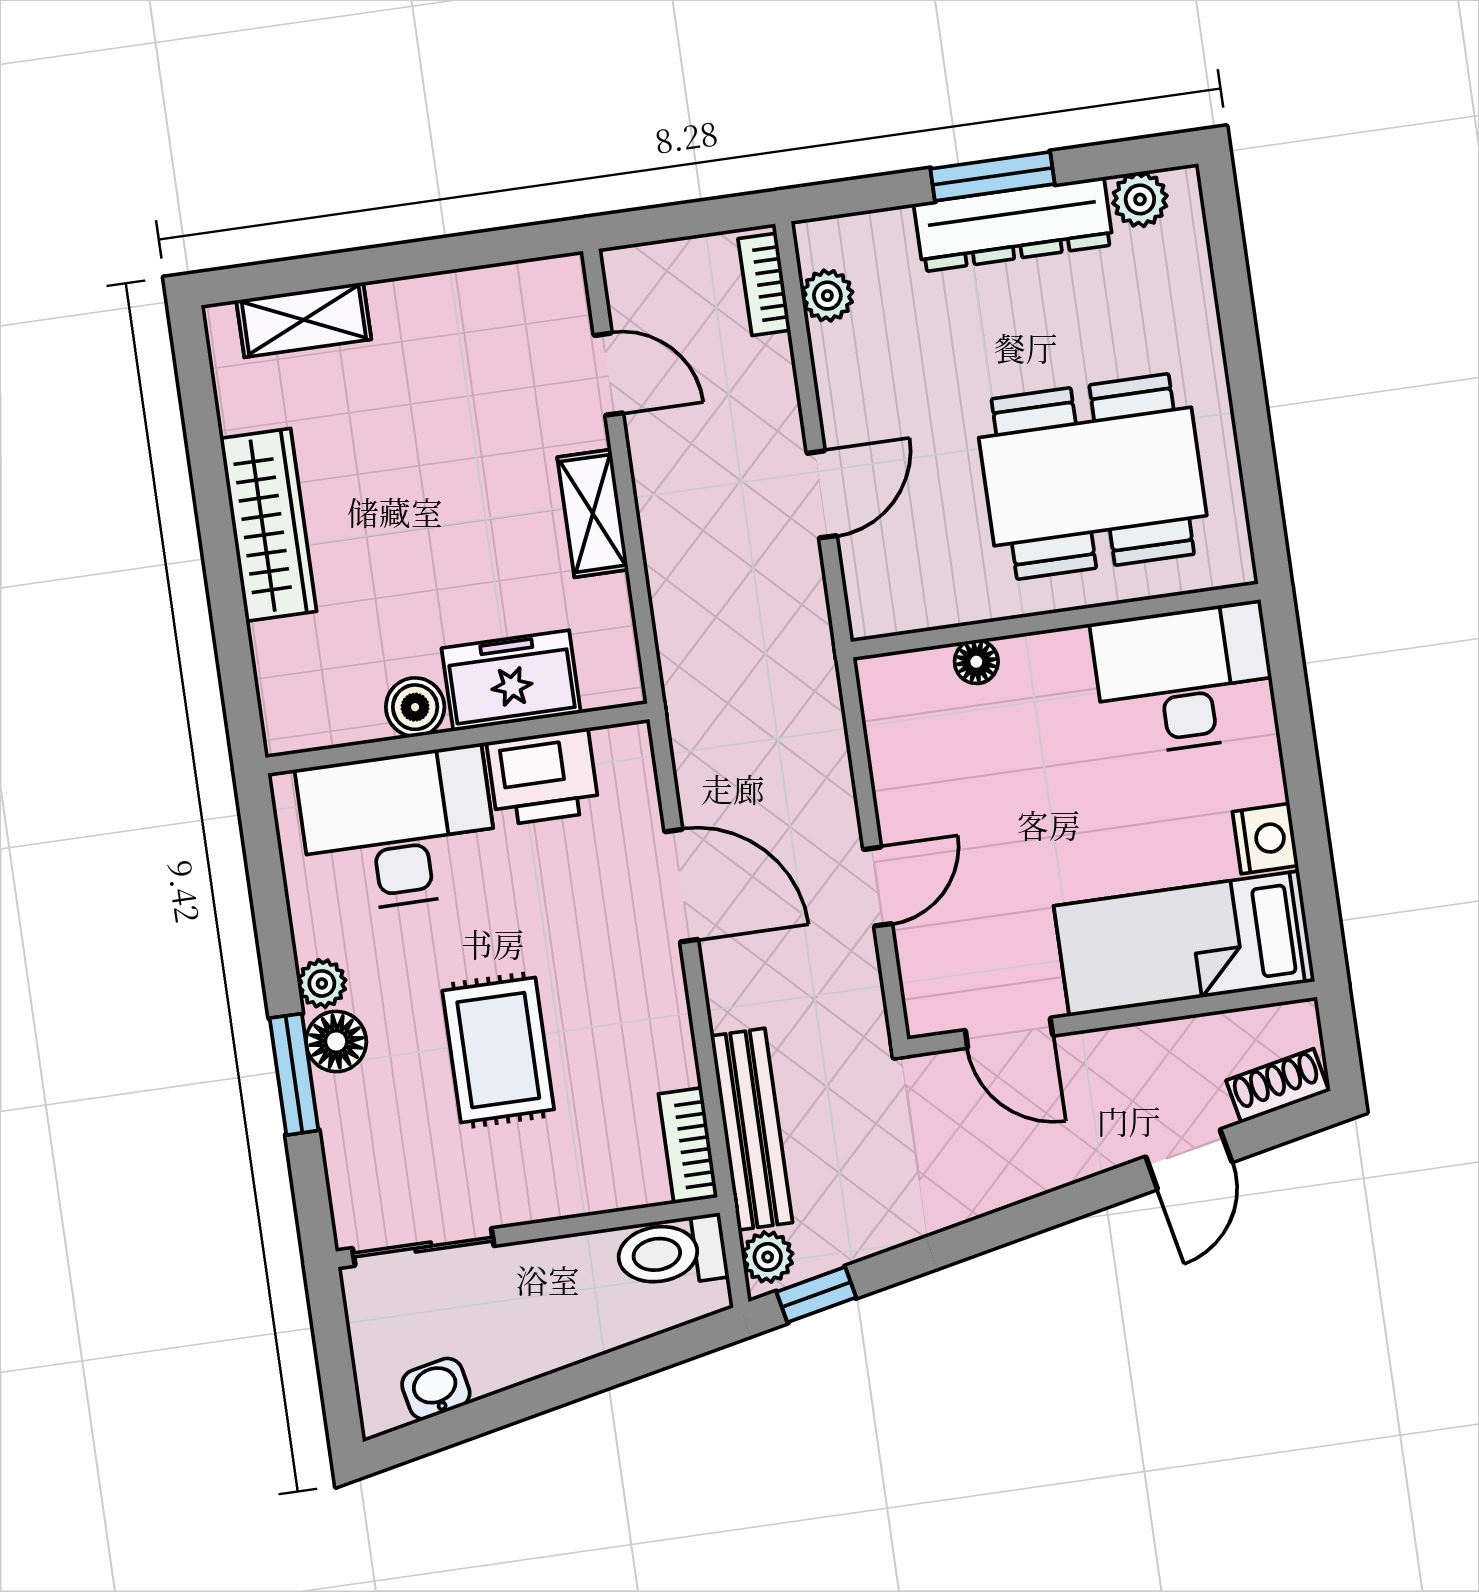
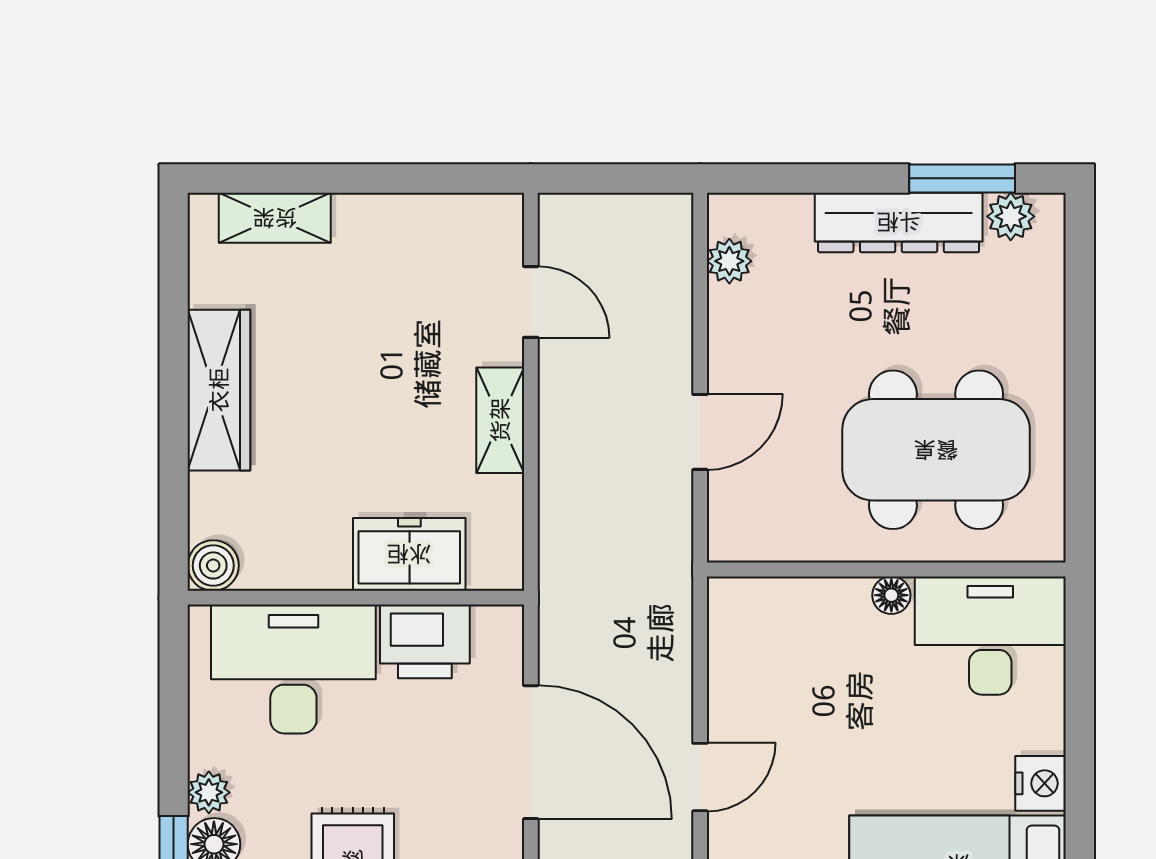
window: (993, 176) -> (962, 178), moved
bookcase: (764, 284) -> (676, 244), removed
floor lamp: (976, 662) -> (891, 595), moved
boiler: (415, 707) -> (213, 565), moved
door: (681, 886) -> (531, 752), width x1.36

